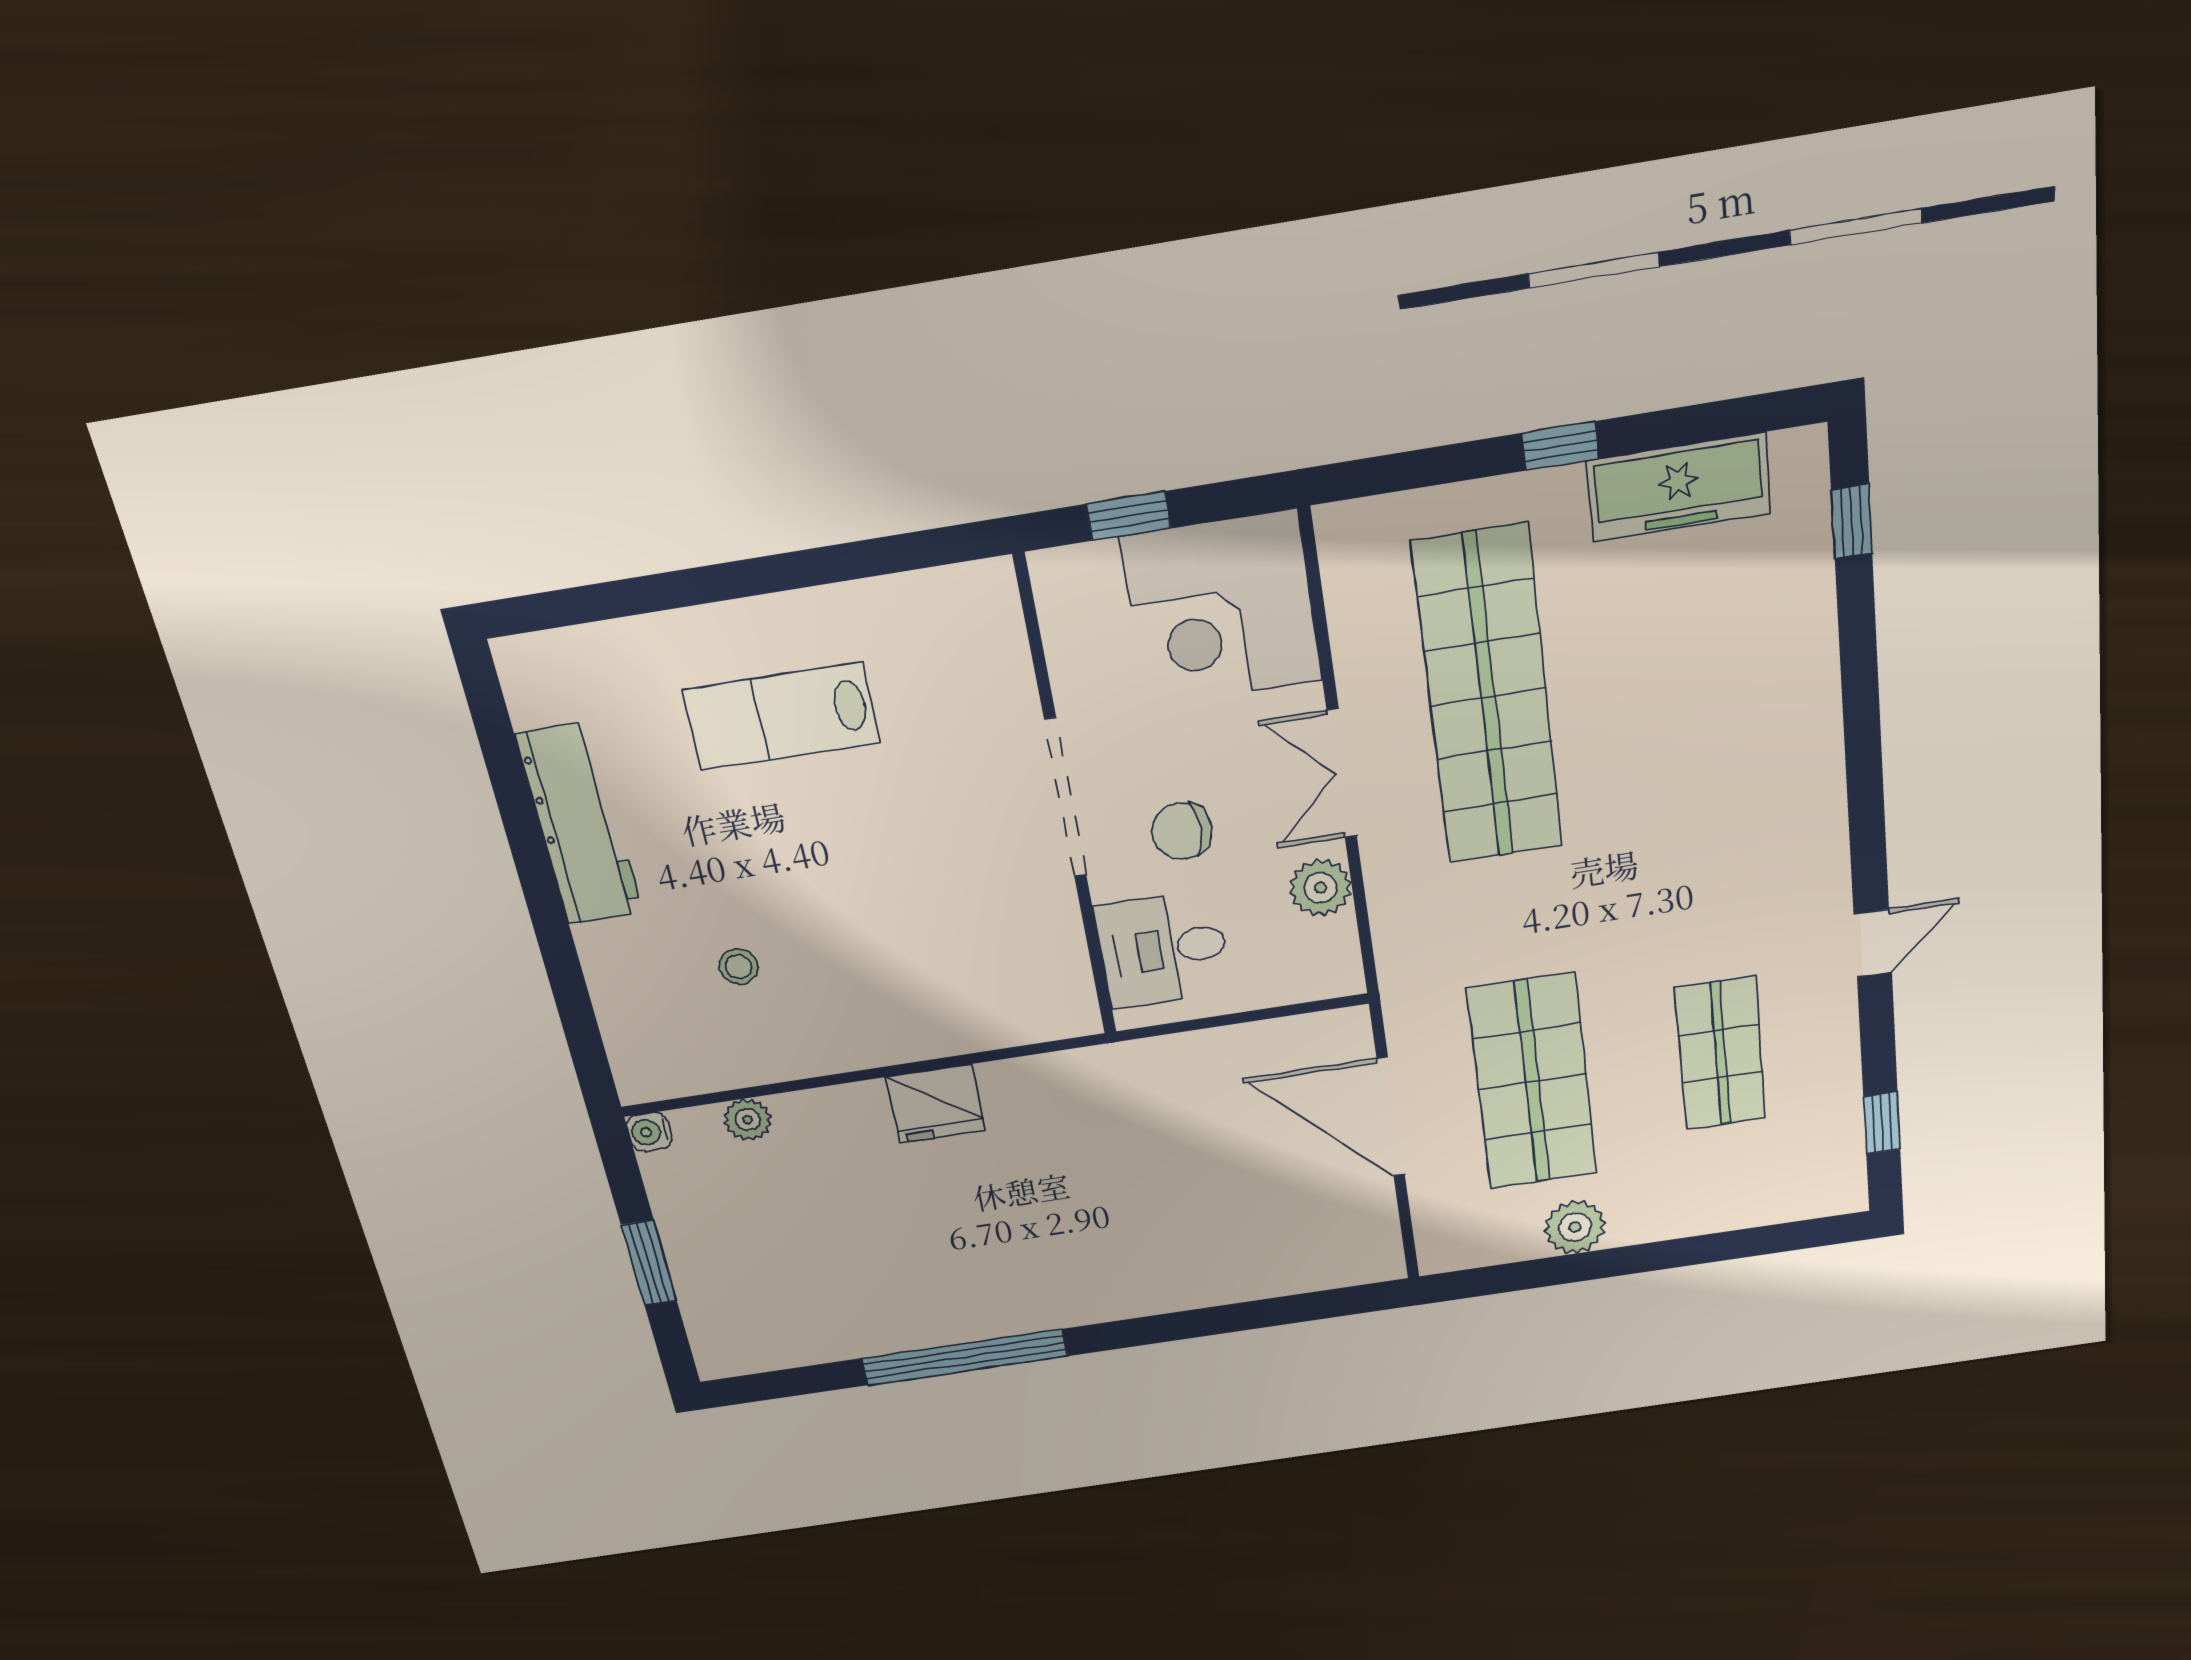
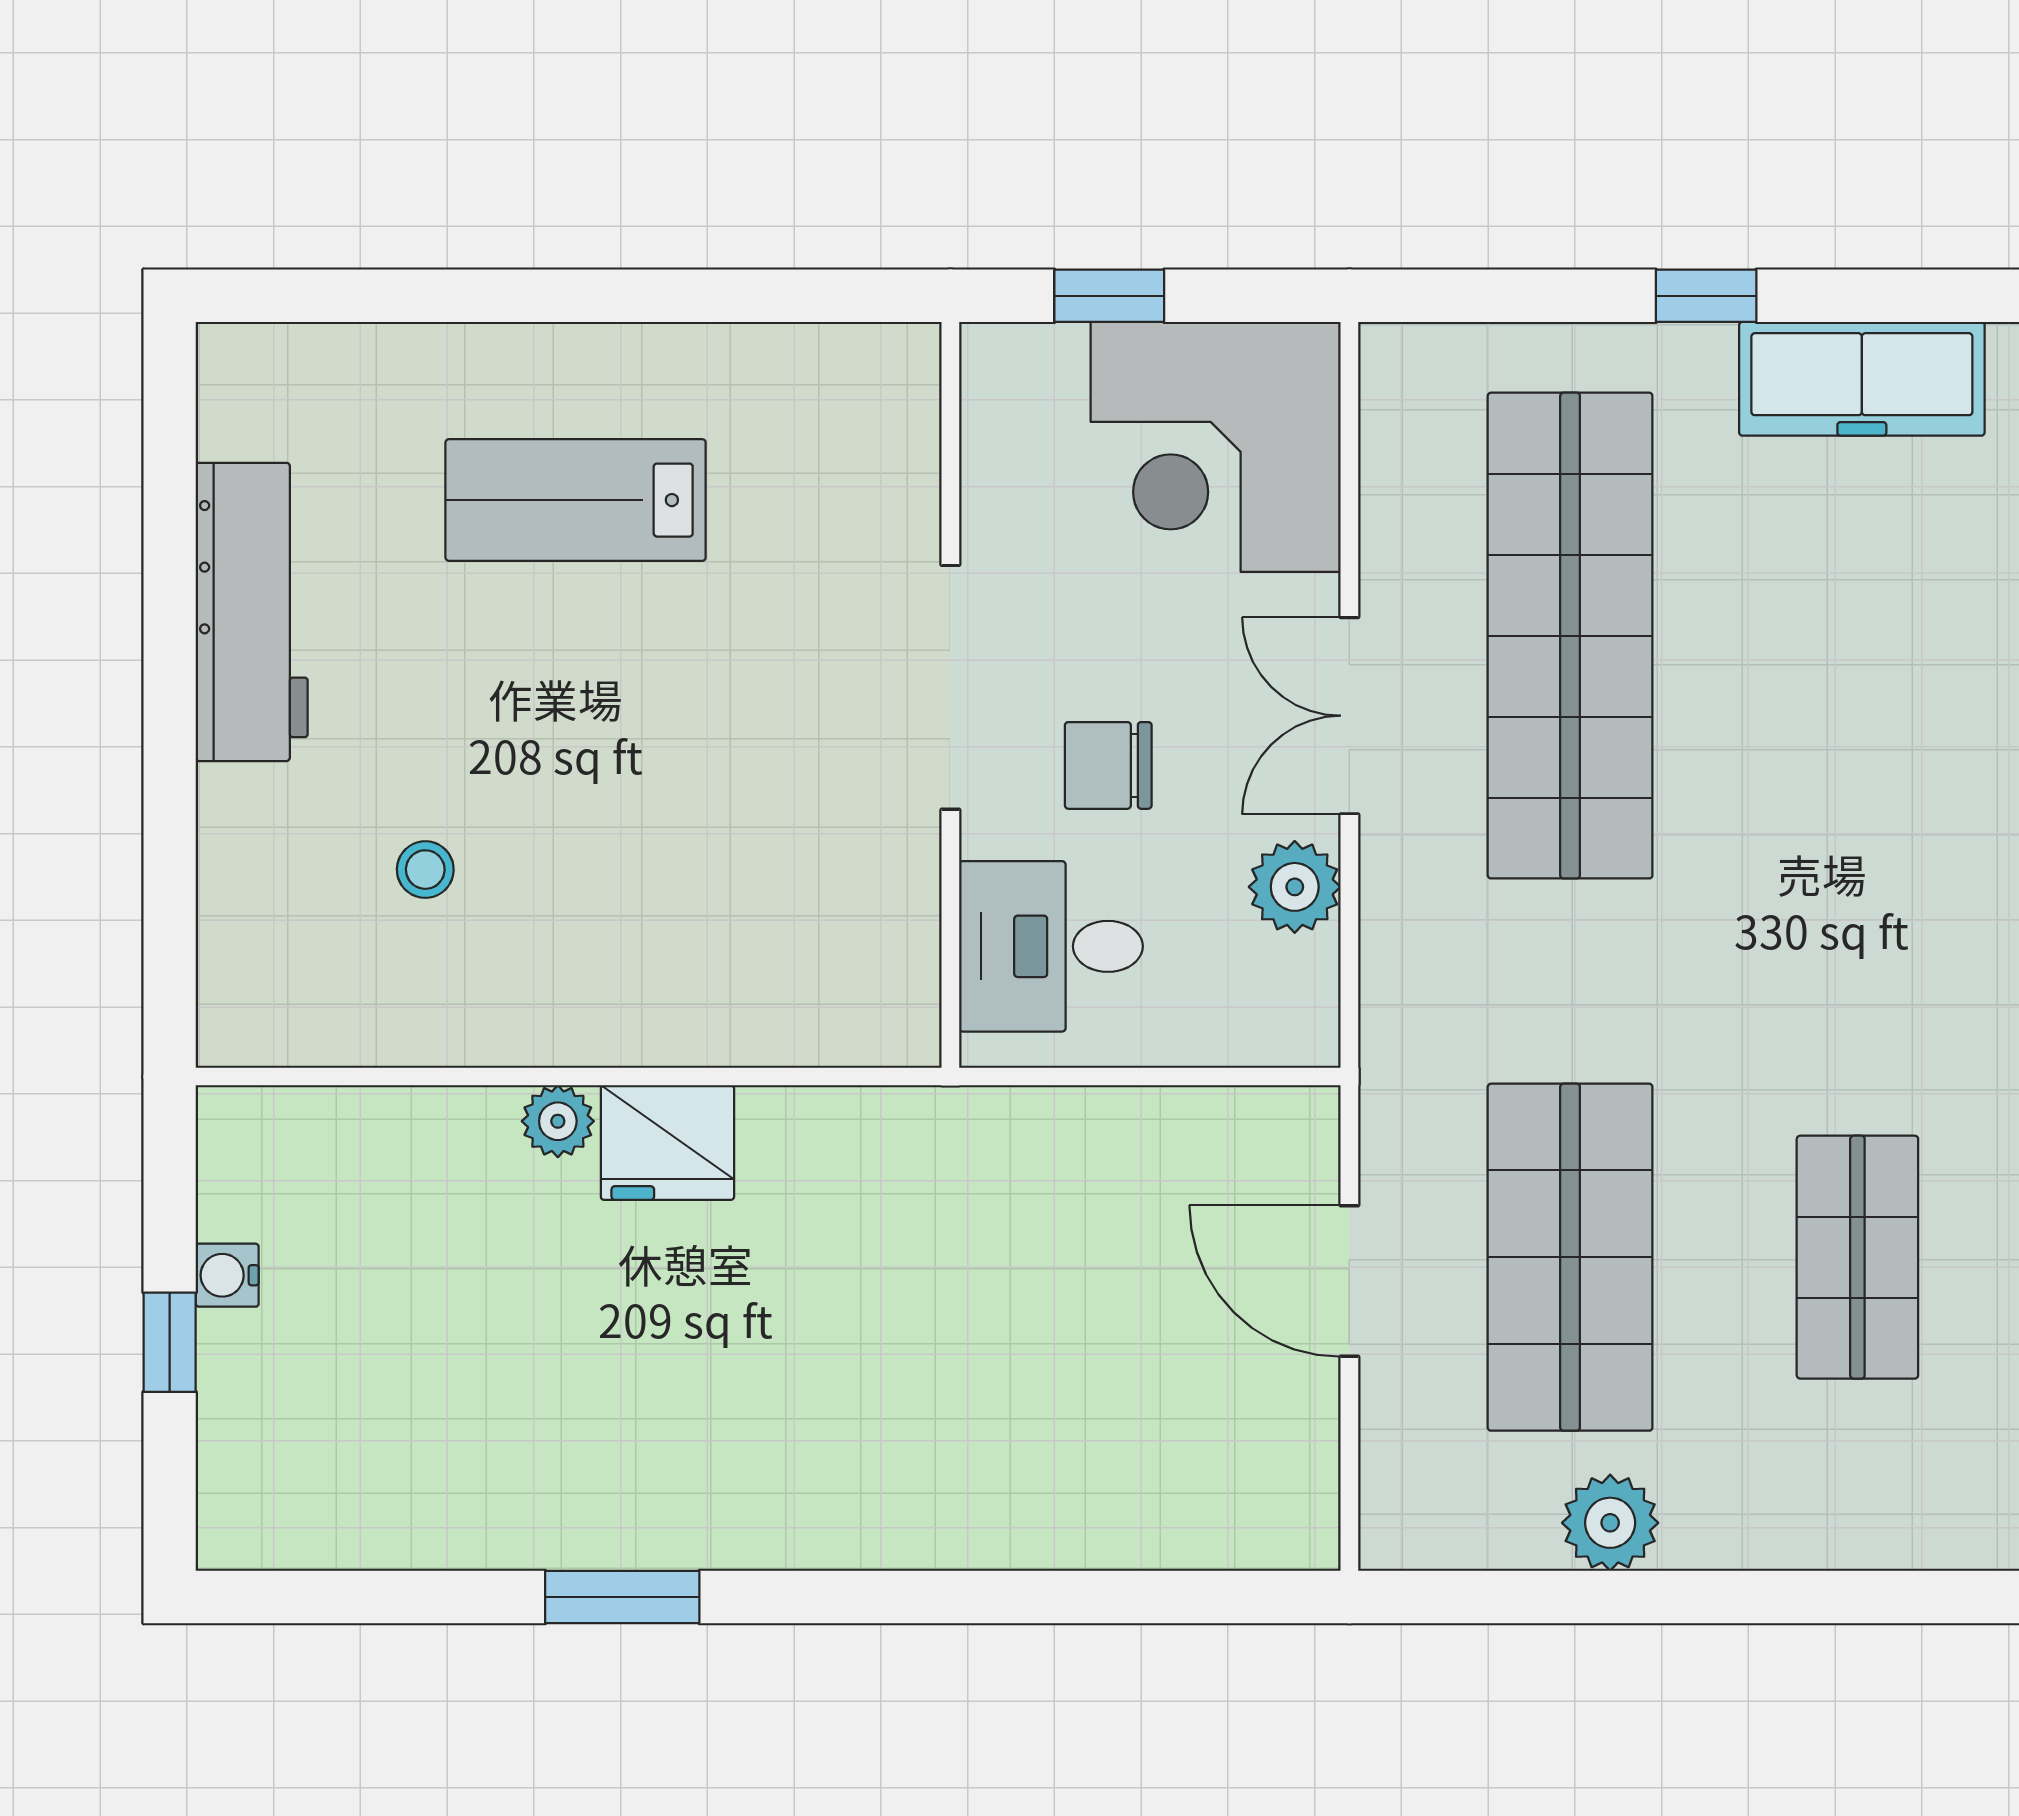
door: (1391, 1117) -> (1349, 1281), width x0.73
plant: (748, 1120) -> (558, 1121), moved
water cooler: (649, 1132) -> (227, 1275), moved
window: (649, 1263) -> (170, 1342), width x0.67
window: (965, 1357) -> (622, 1597), width x0.47

